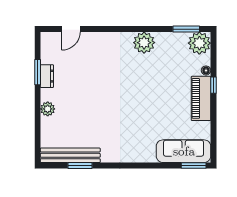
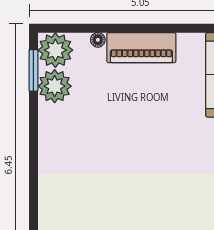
plant: (144, 43) -> (55, 86), moved
window: (213, 85) -> (121, 28), removed

